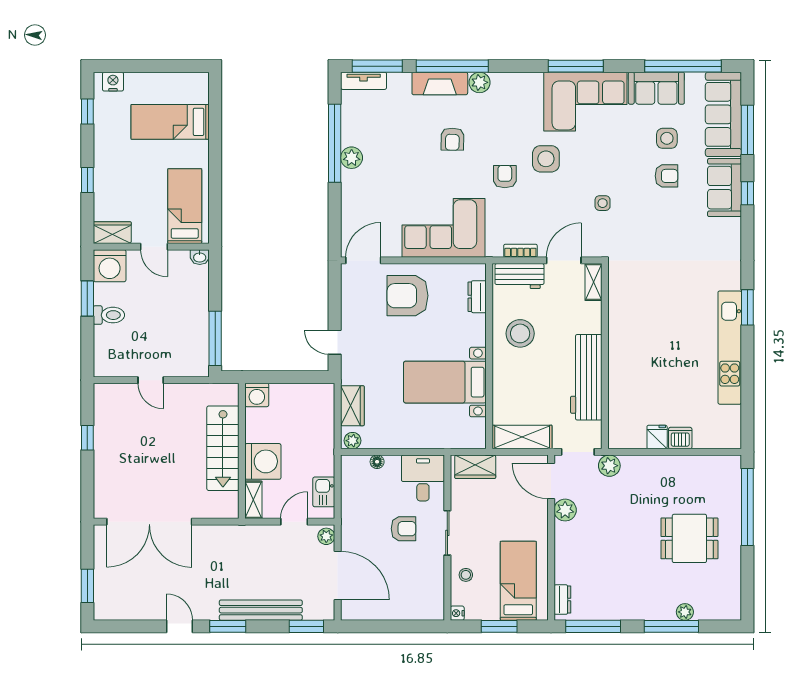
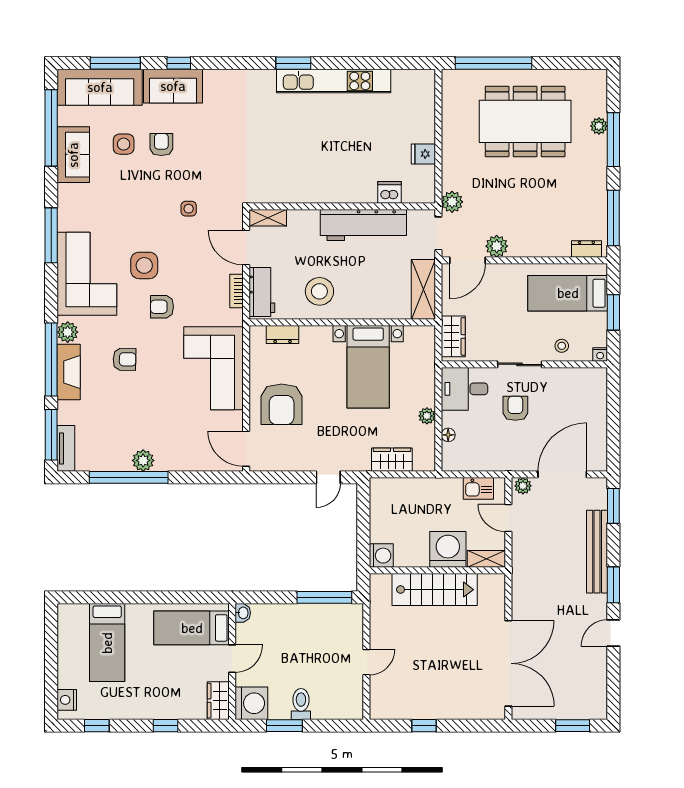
corner sofa: (585, 102) -> (87, 274), moved
dishwasher: (680, 438) -> (389, 192), moved, turned 90
plant: (352, 441) -> (427, 416), moved
dining table: (689, 538) -> (525, 121), width x1.88, depth x1.24

